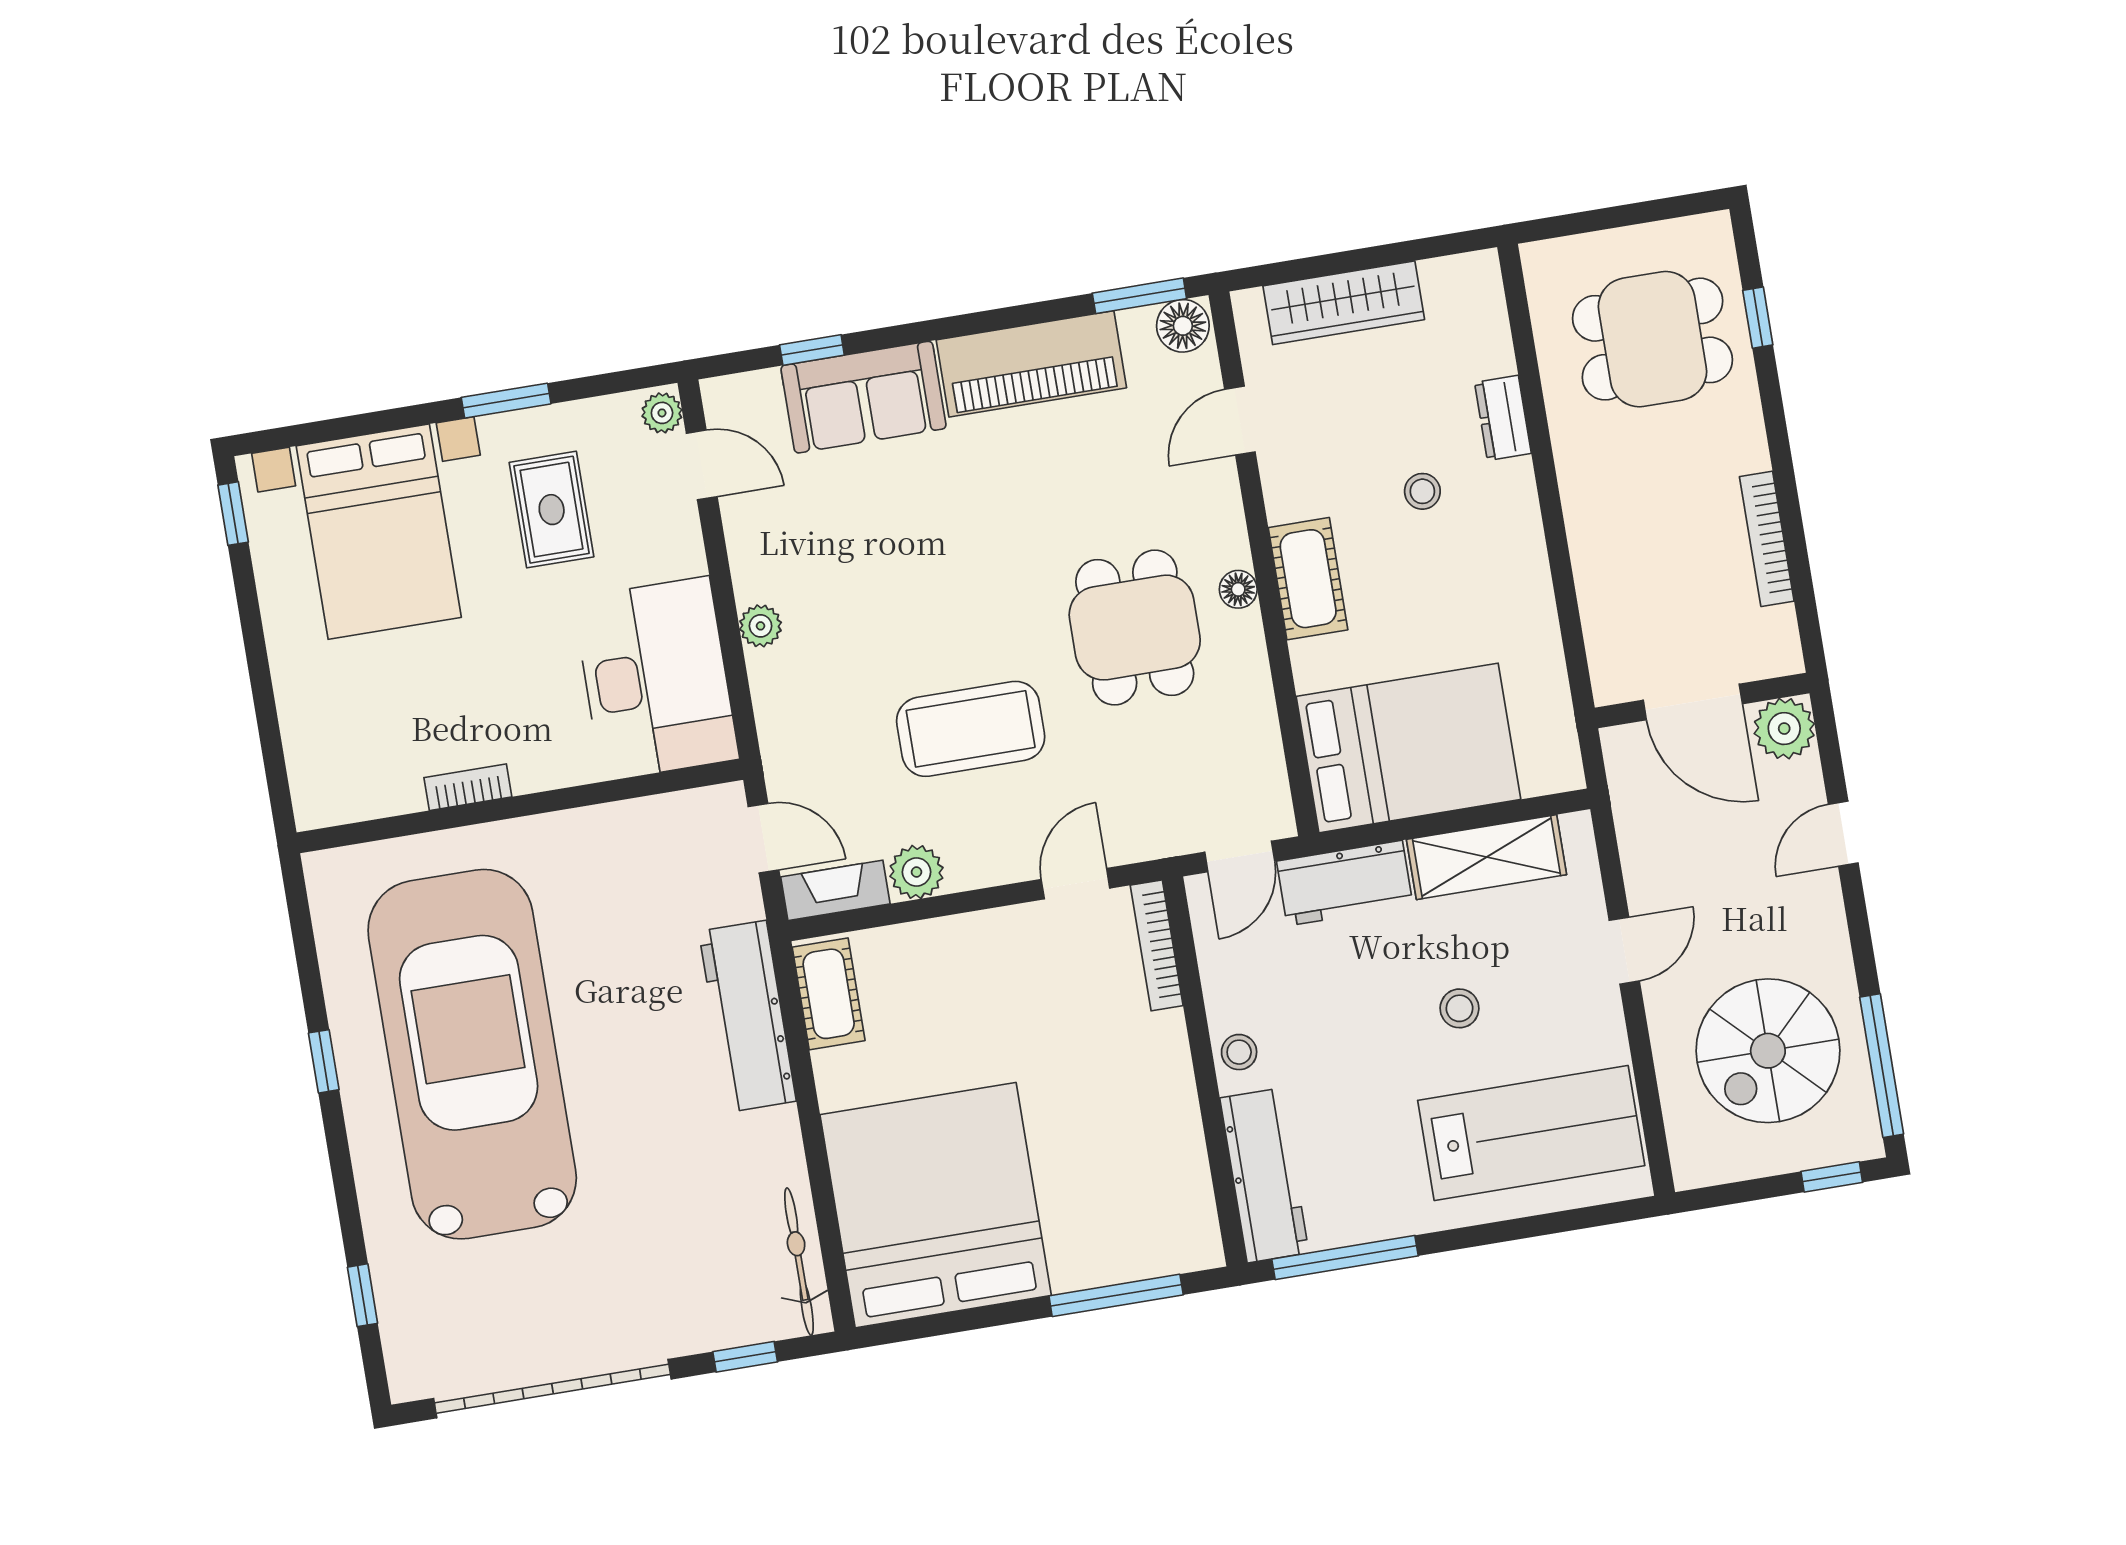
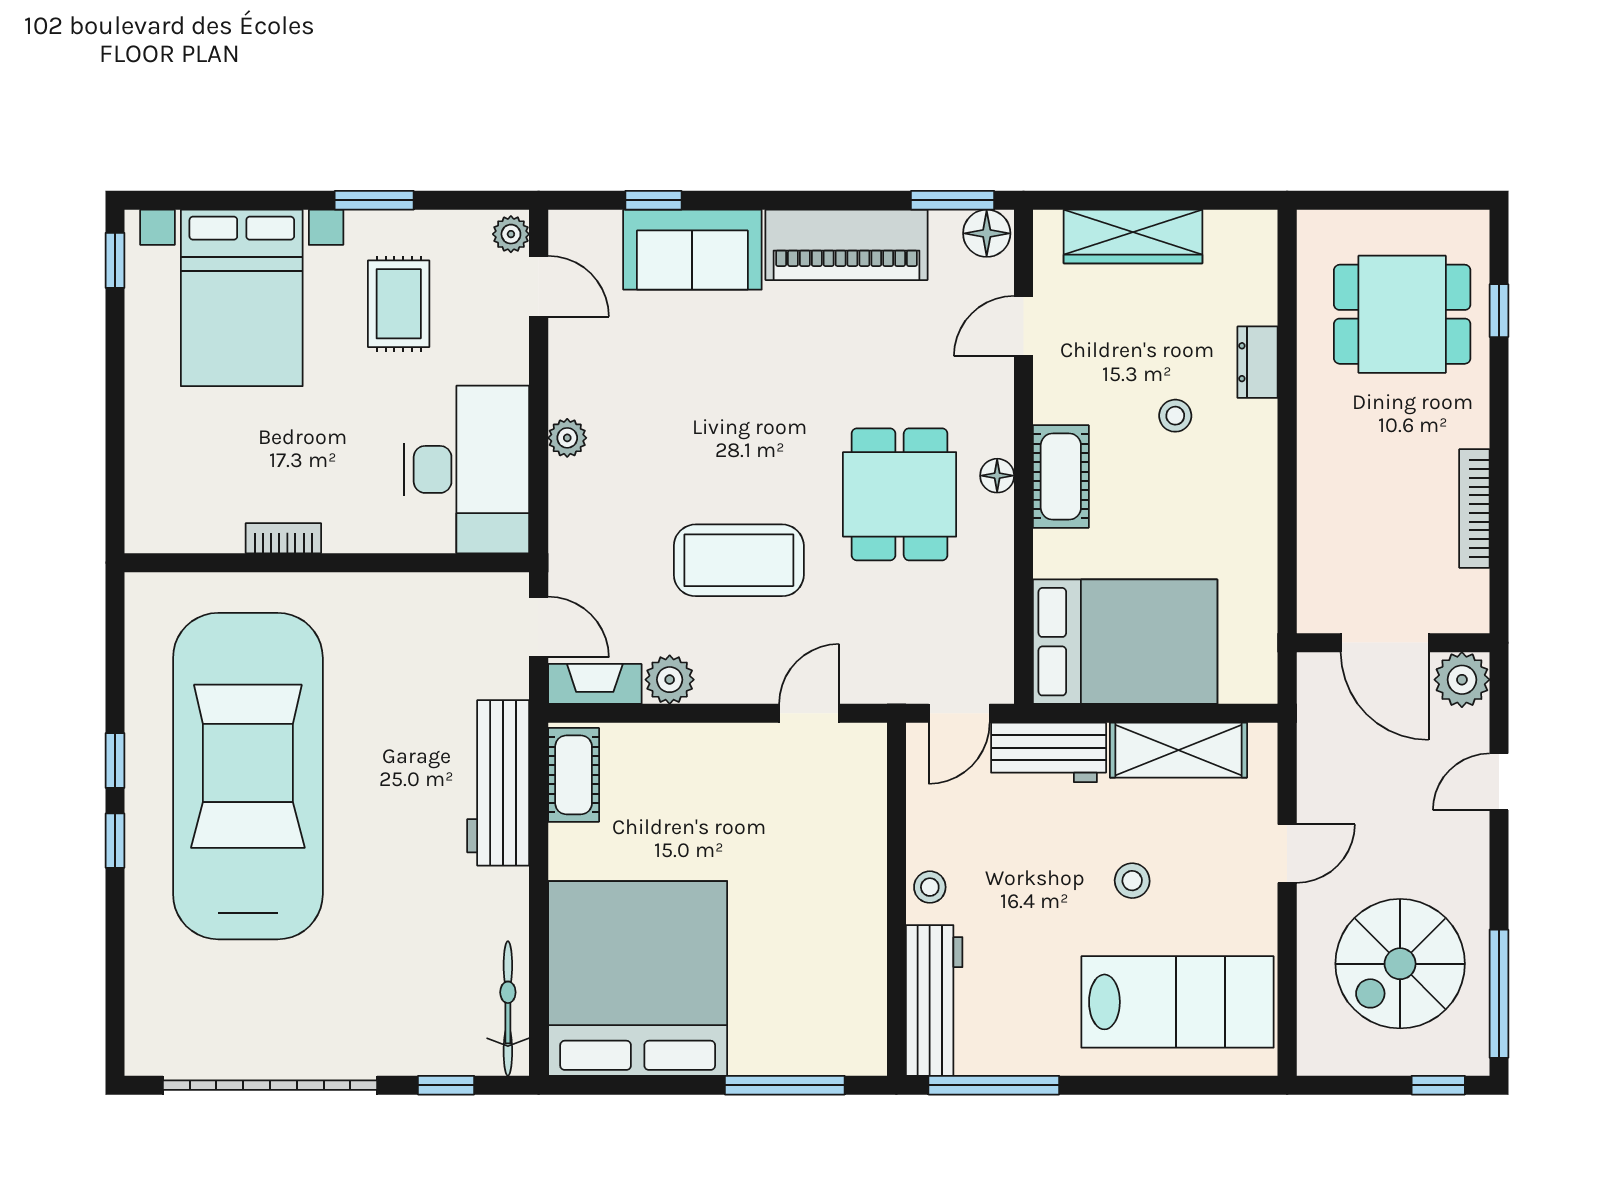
bookcase: (1157, 945) -> (872, 780), removed
window: (362, 1295) -> (115, 841), moved

